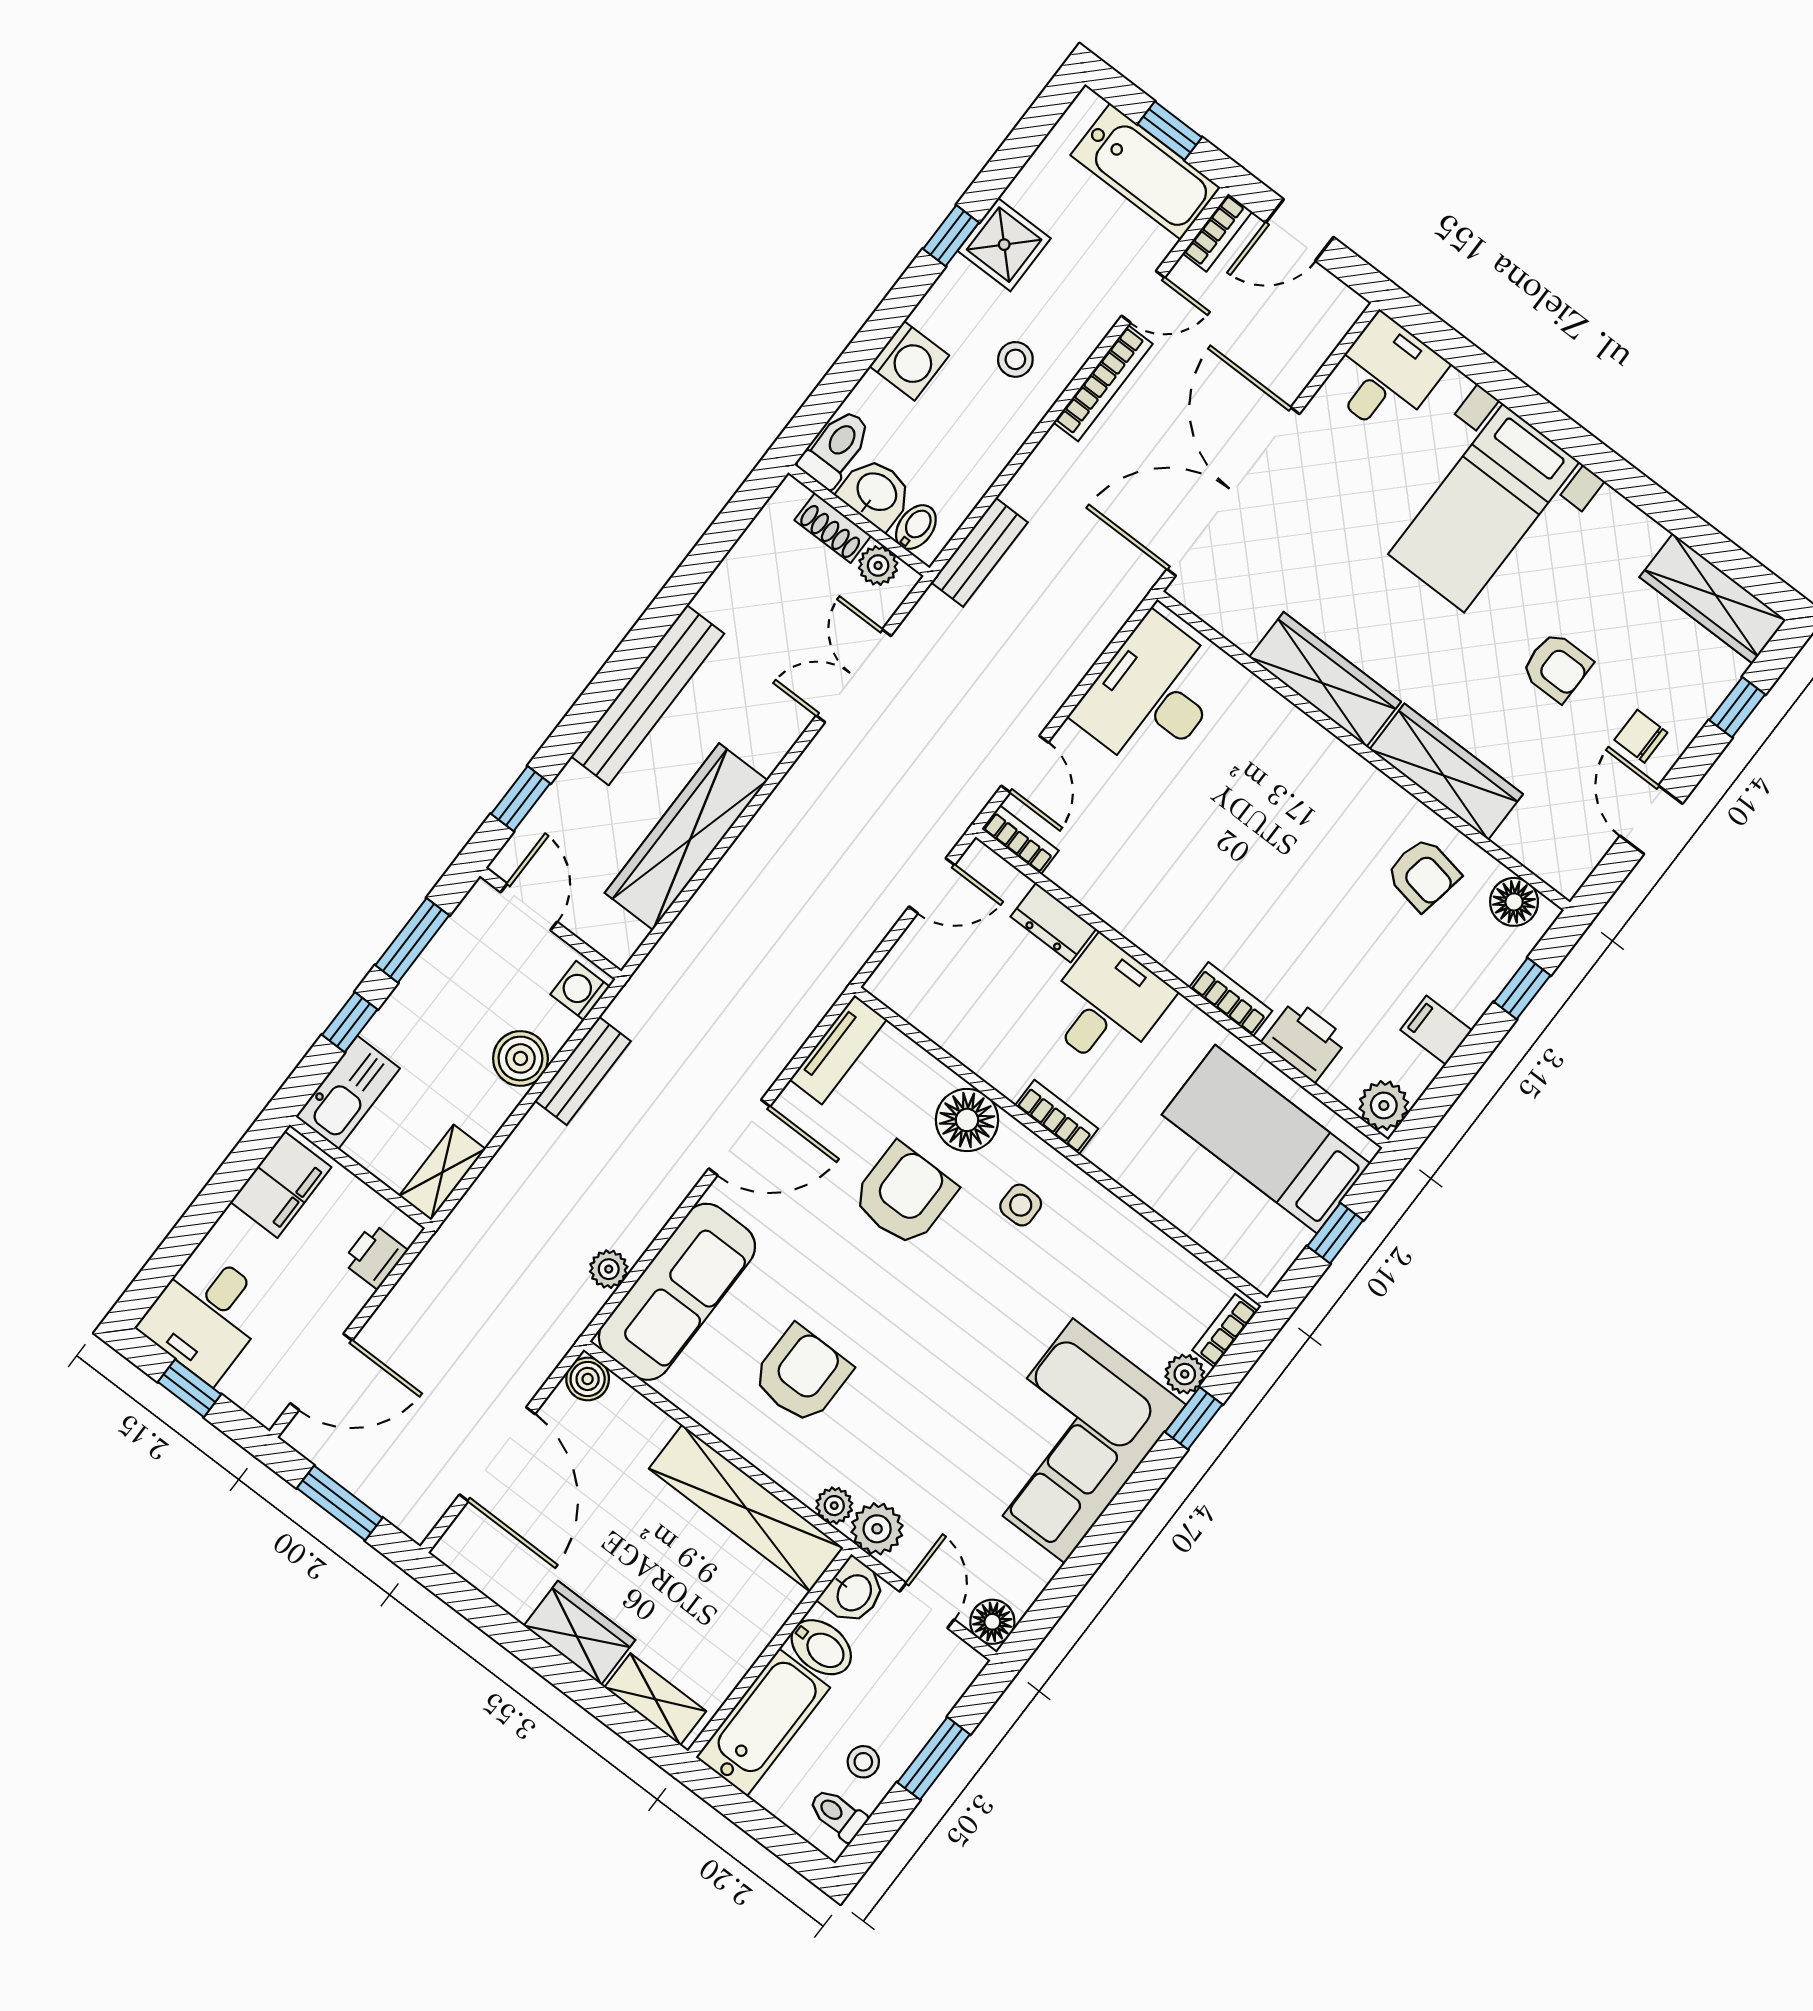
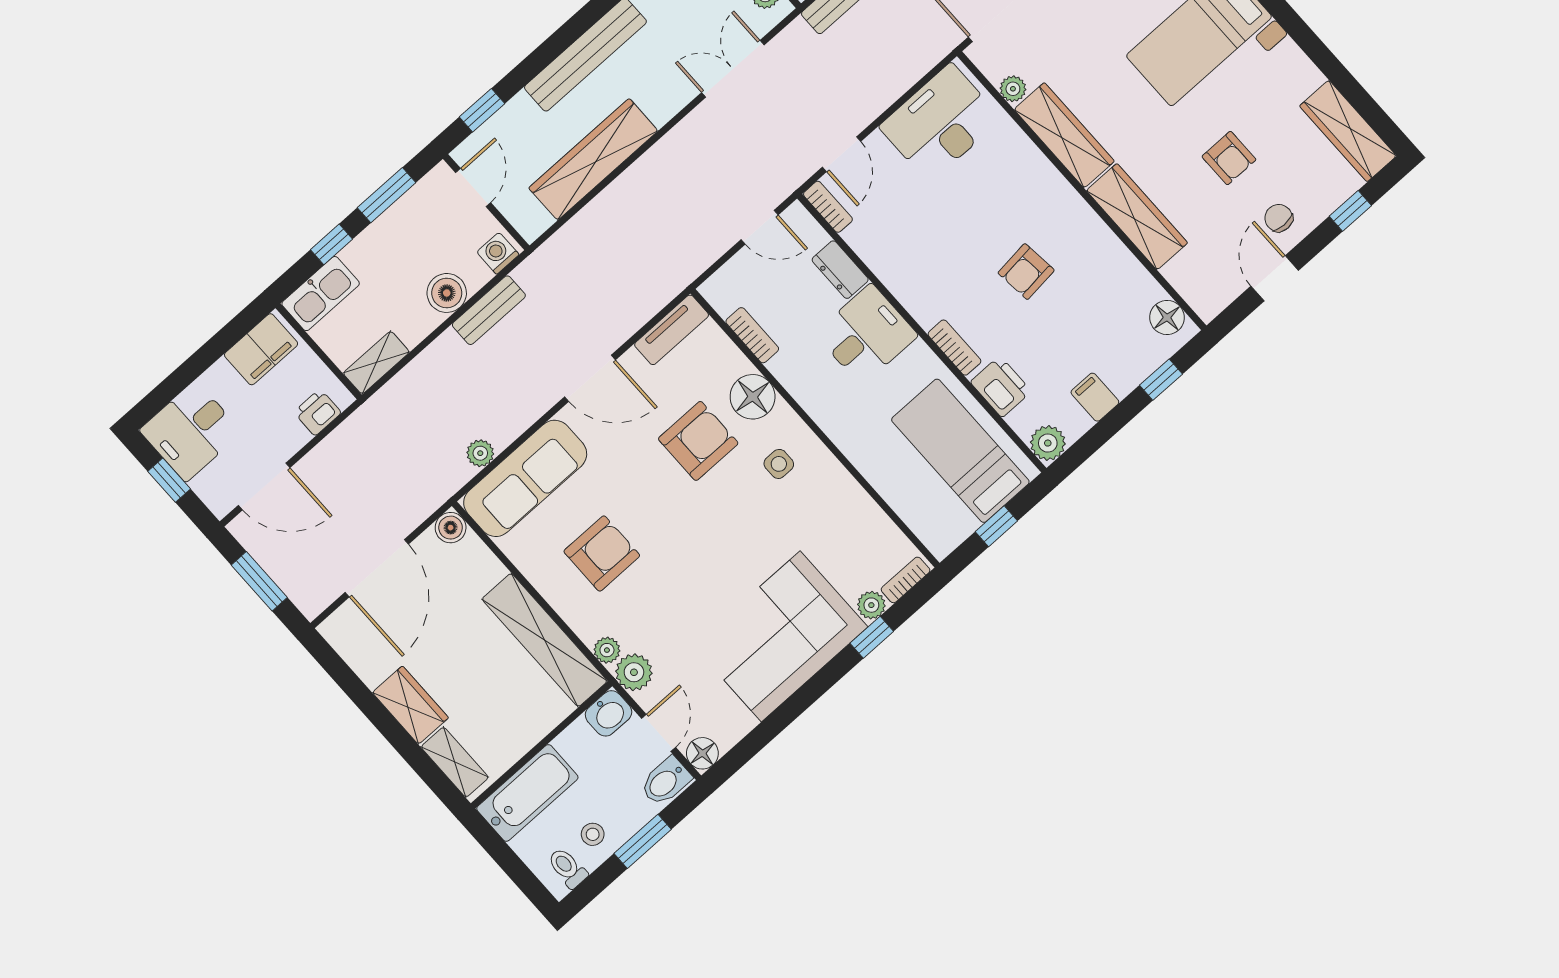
plant: (1243, 629) -> (1013, 89), added
armchair: (1423, 874) -> (1026, 272), moved, turned 74
bookcase: (1057, 1117) -> (752, 335), moved
bidet: (821, 1647) -> (666, 781), moved, turned 90

